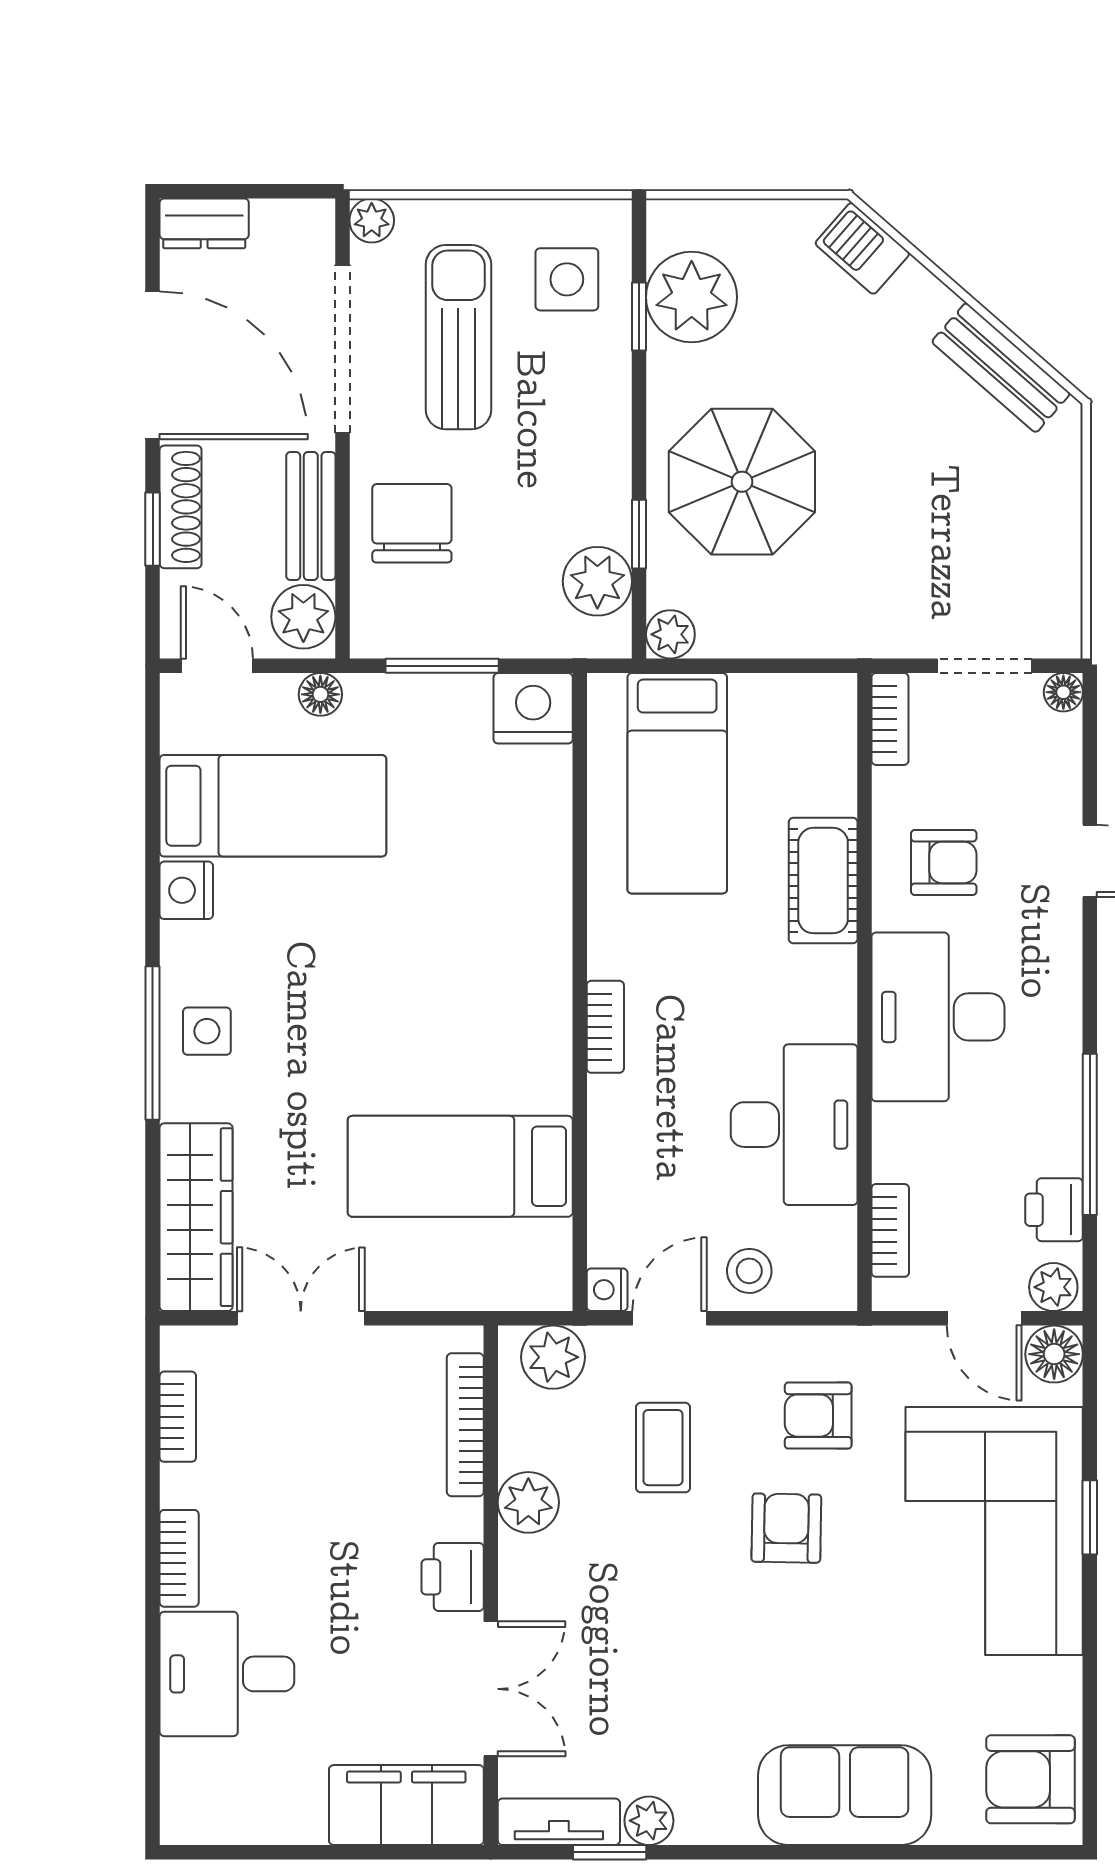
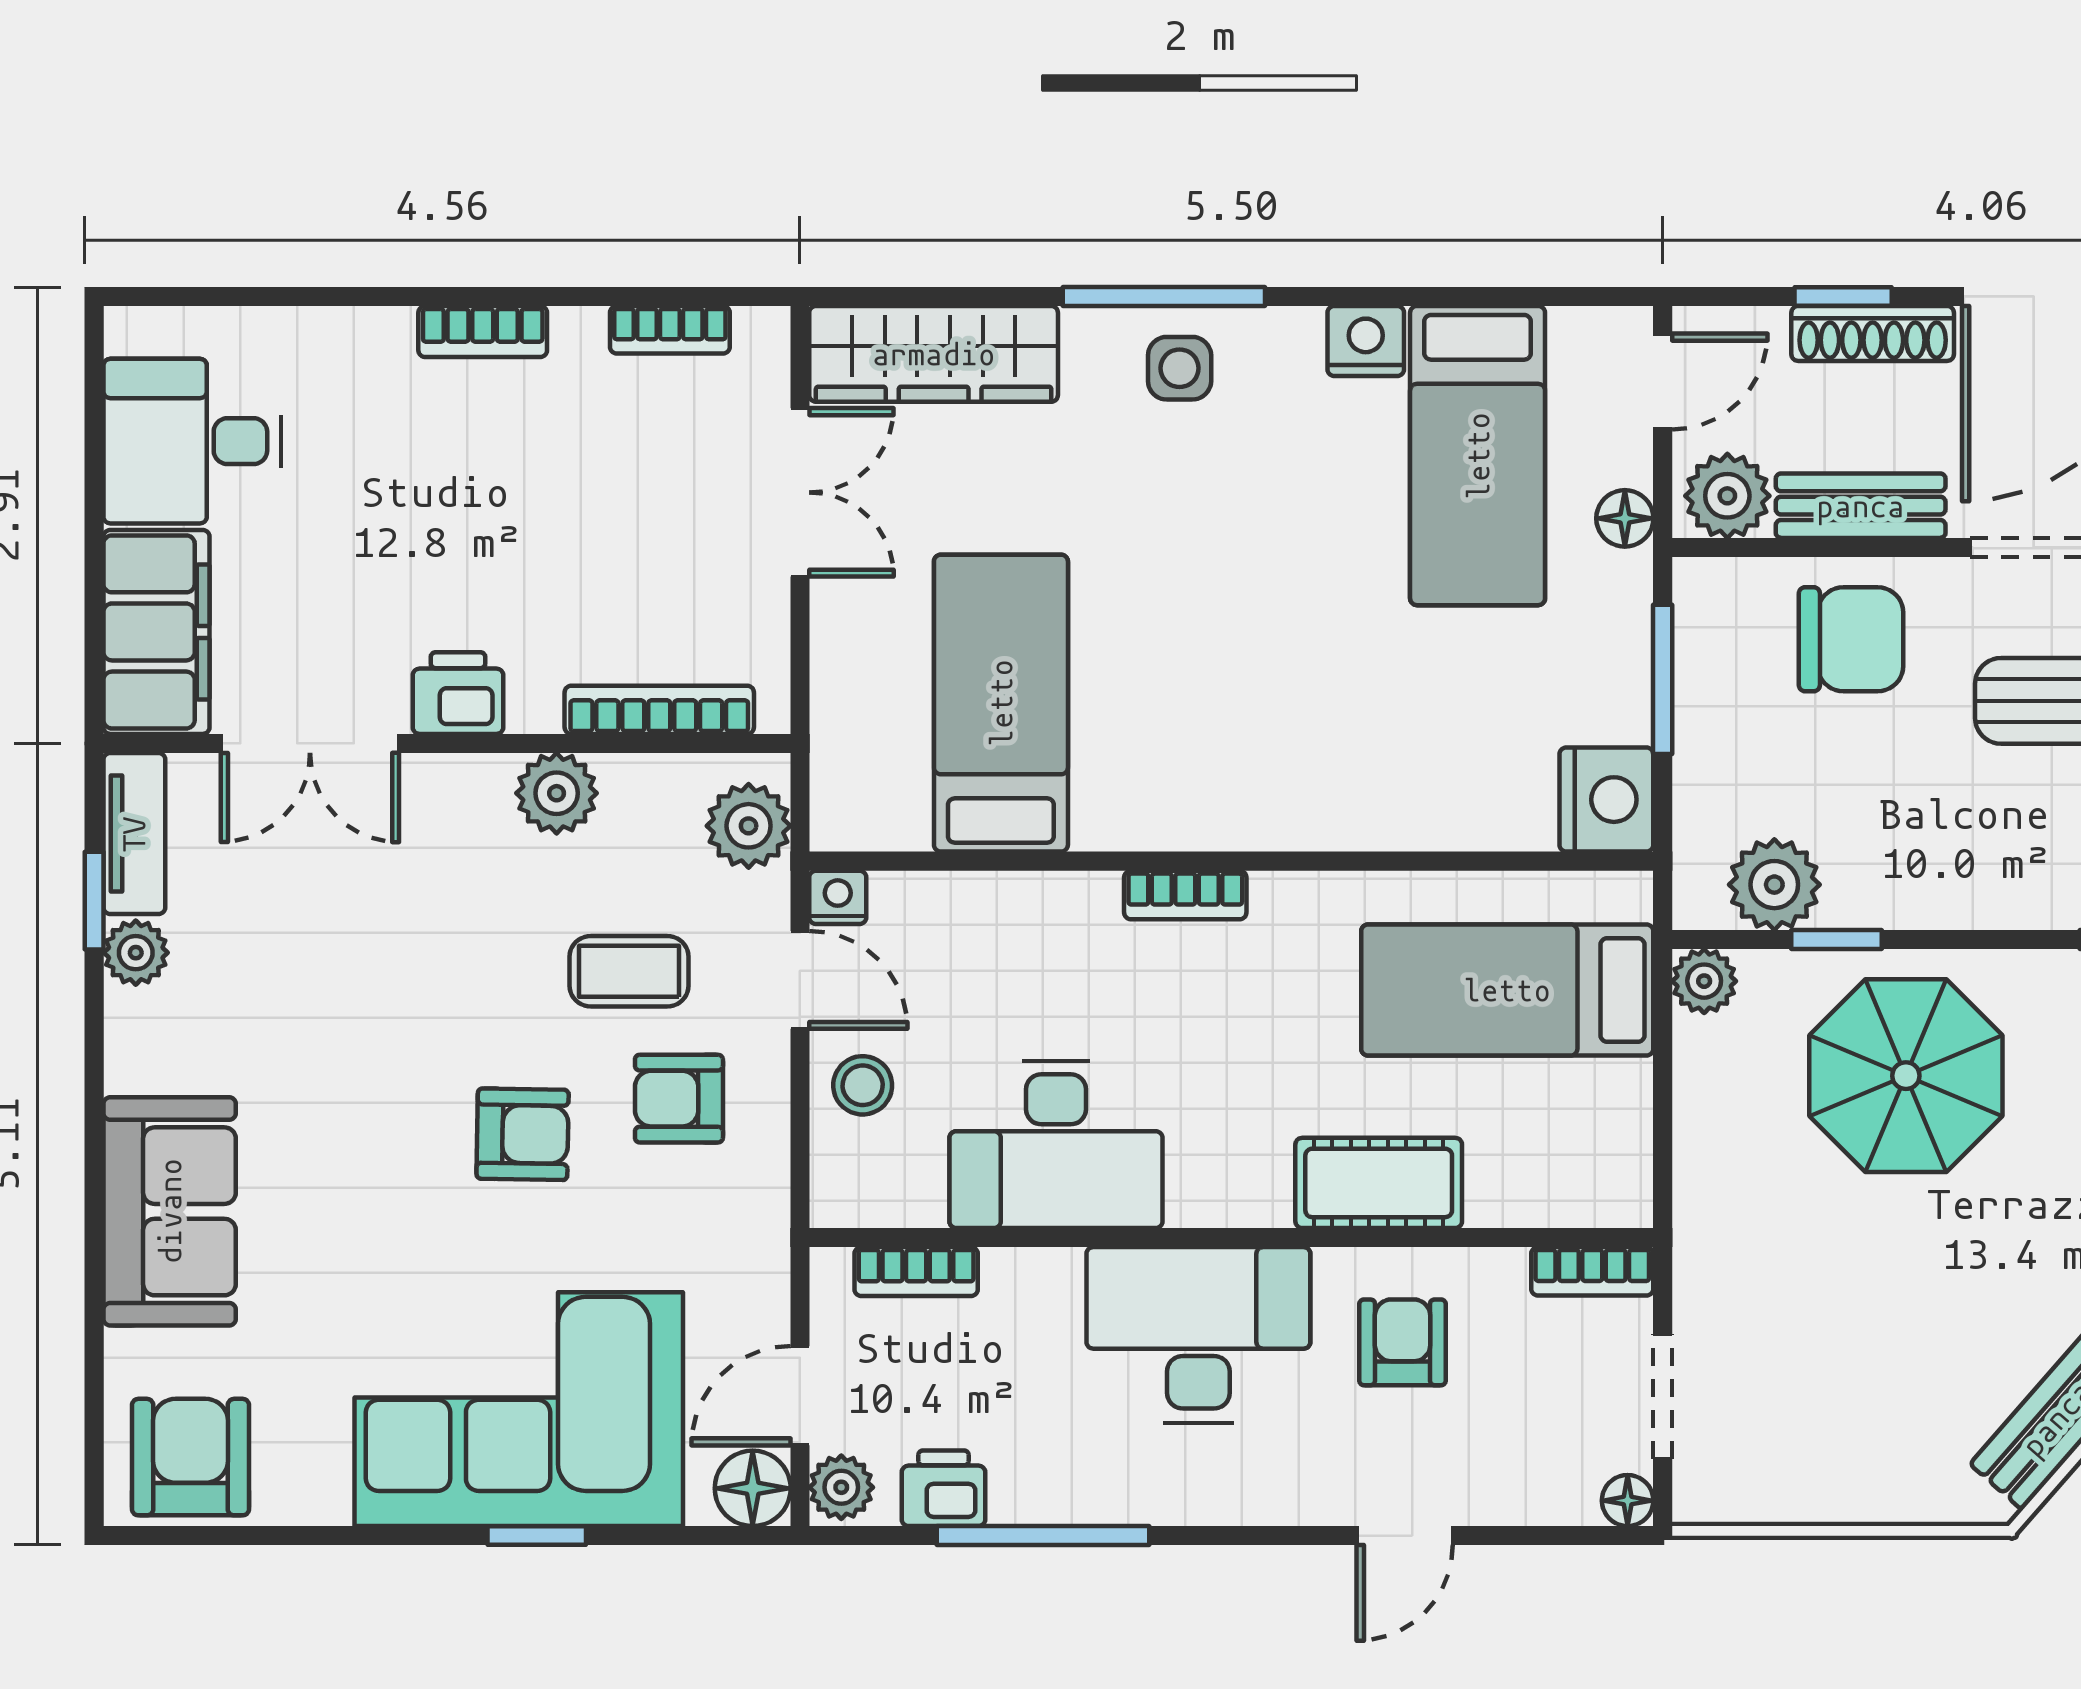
armchair: (944, 862) -> (1403, 1342), turned 180
armchair: (818, 1416) -> (679, 1099), moved, turned -90
desk: (227, 1674) -> (192, 441), moved, turned -90

